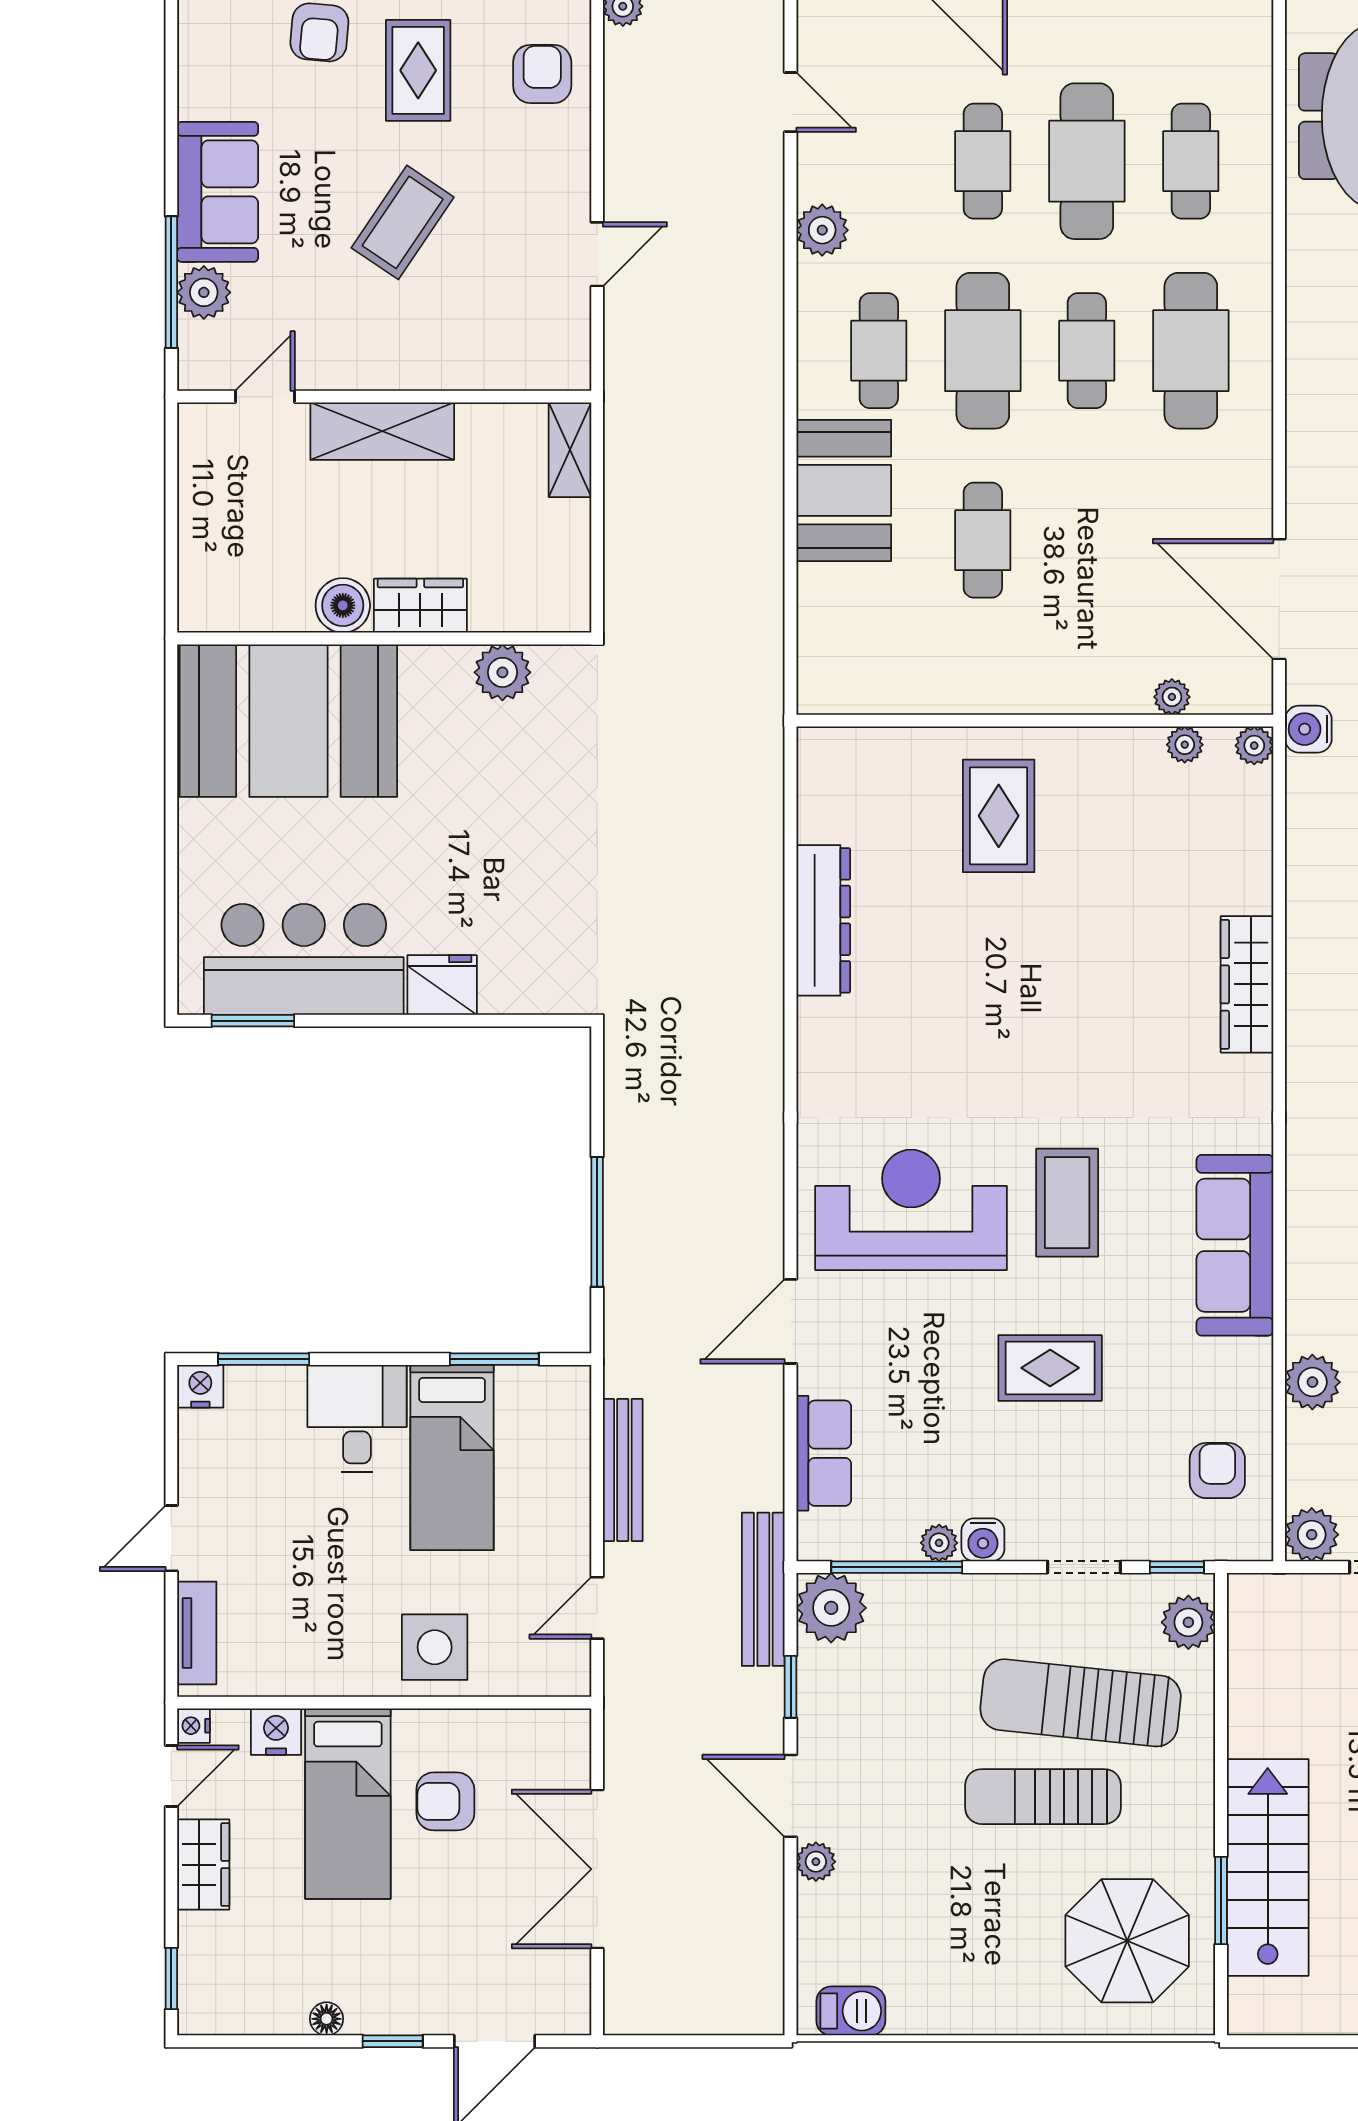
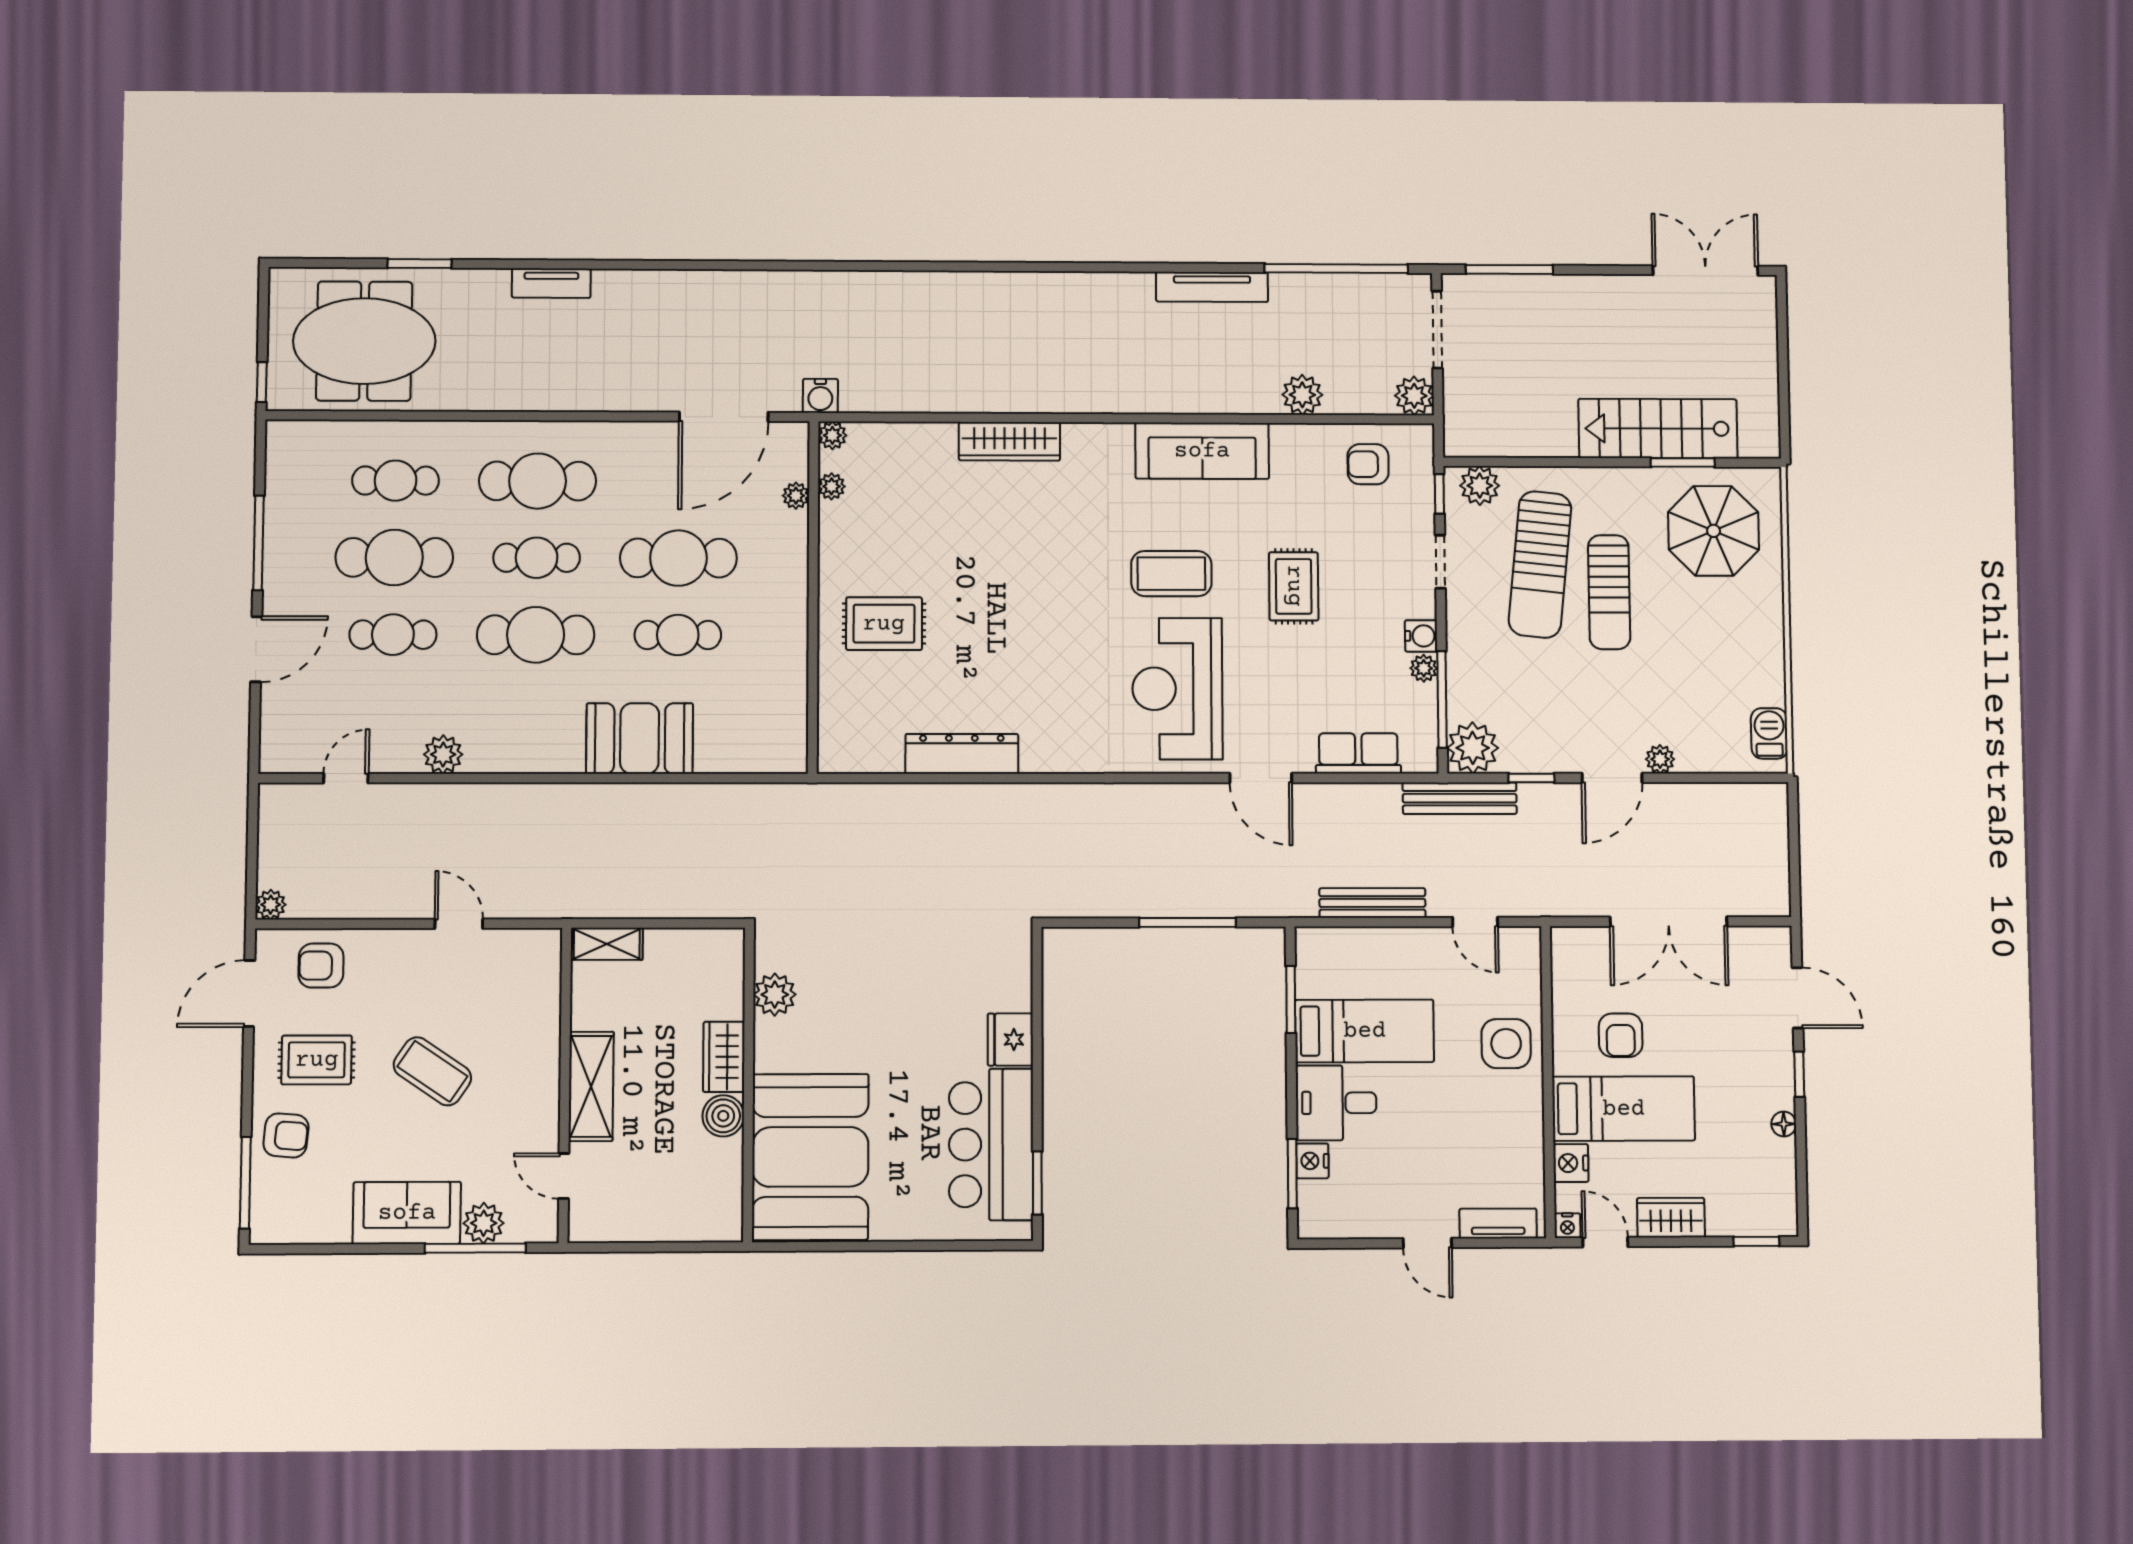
cafe table: (879, 351) -> (678, 558), moved, width x1.37, depth x1.35
nightstand: (200, 1386) -> (1312, 1161), moved

